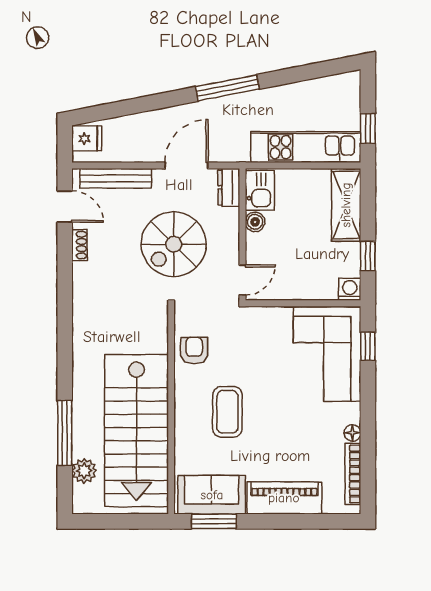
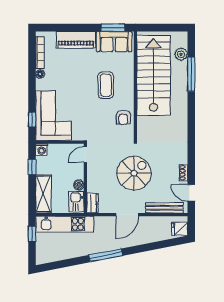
dresser: (229, 187) -> (93, 203), moved
kitchen sink: (260, 190) -> (76, 202), moved
boiler: (255, 222) -> (79, 185), moved
wall: (242, 234) -> (85, 178), moved
door: (242, 280) -> (85, 154), moved

